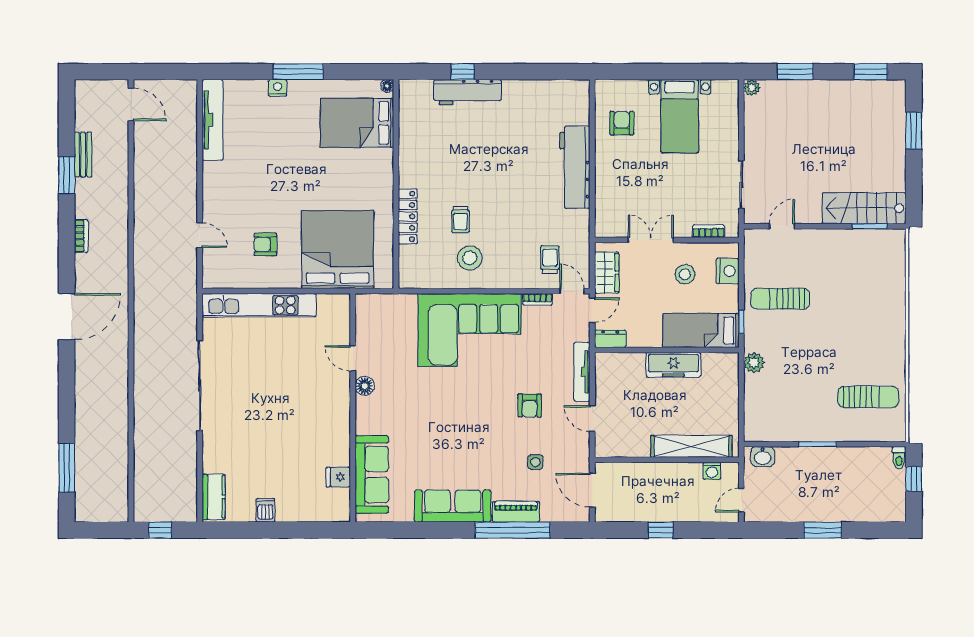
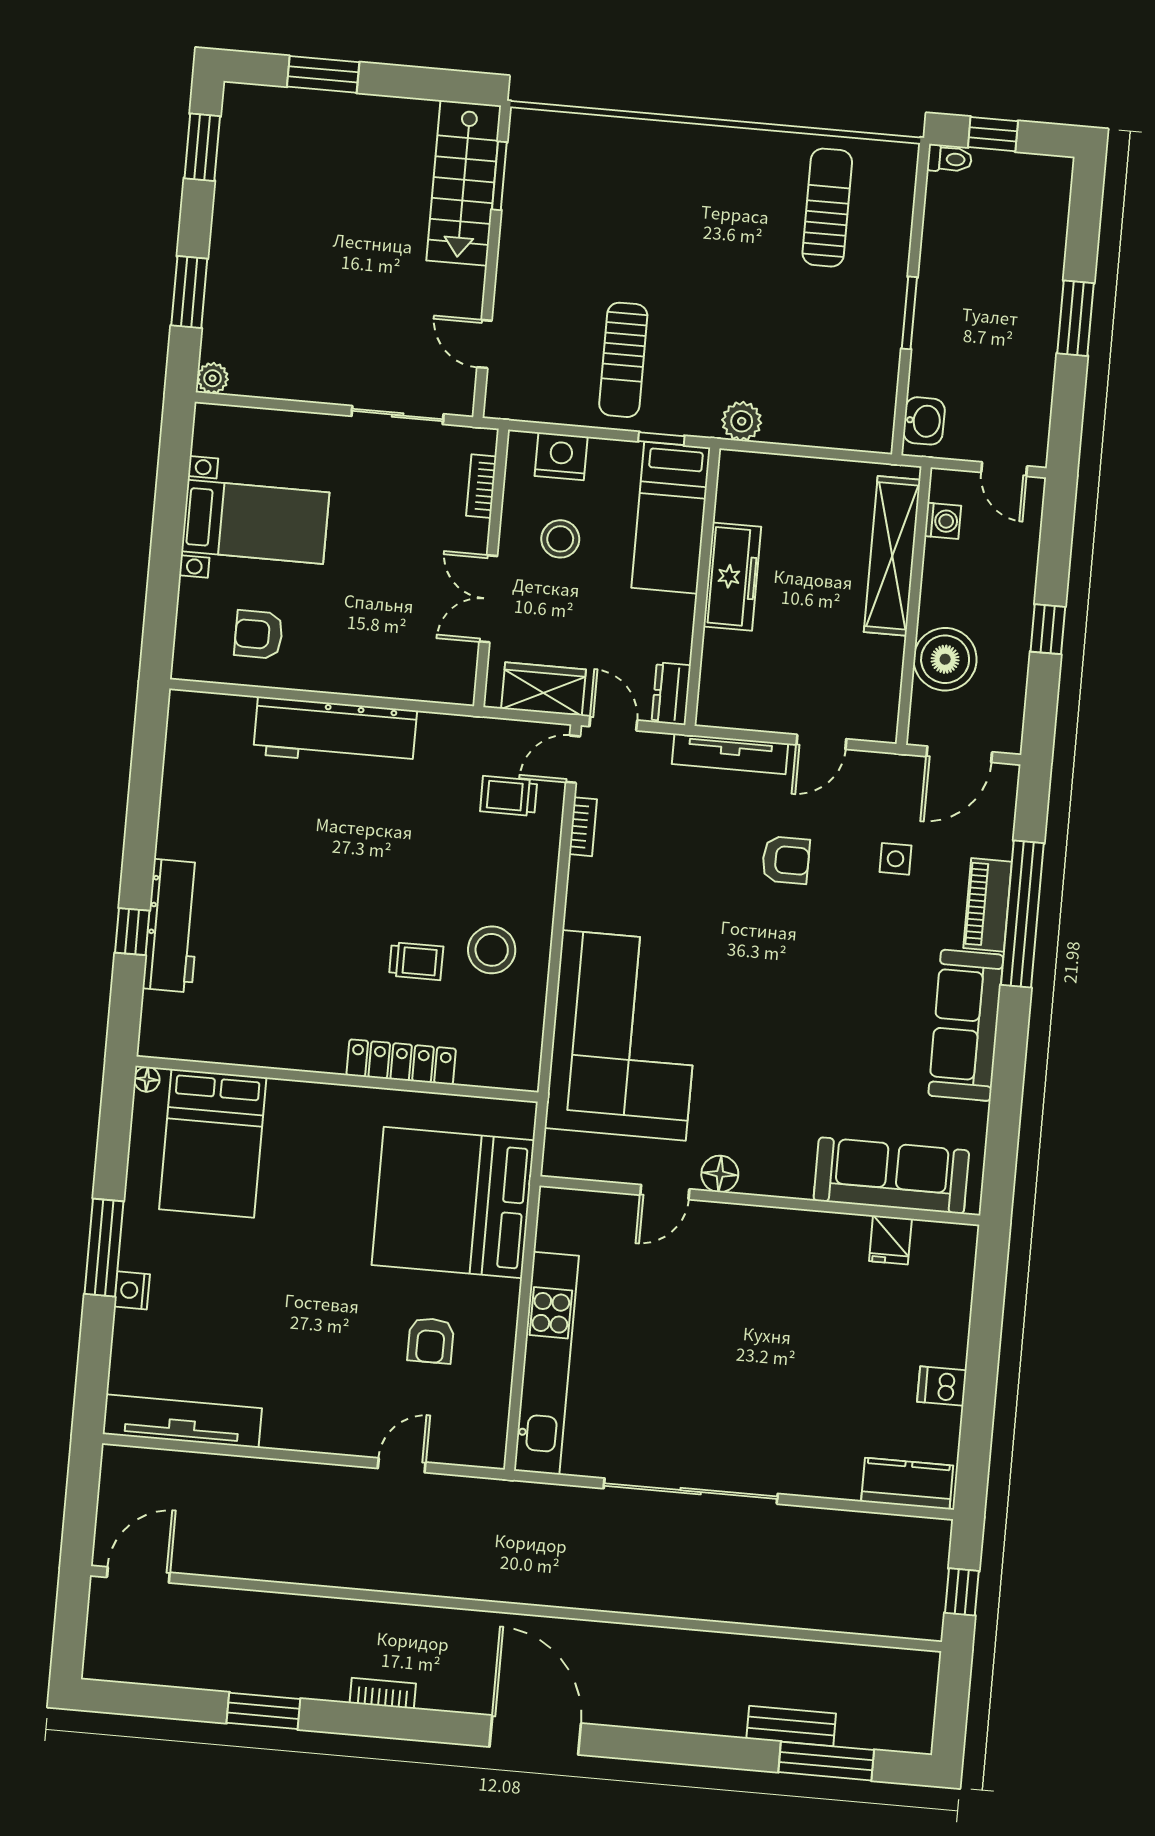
bench: (83, 155) -> (791, 1726), moved
corner sofa: (470, 330) -> (624, 1035), moved
boiler: (641, 478) -> (945, 659), added

